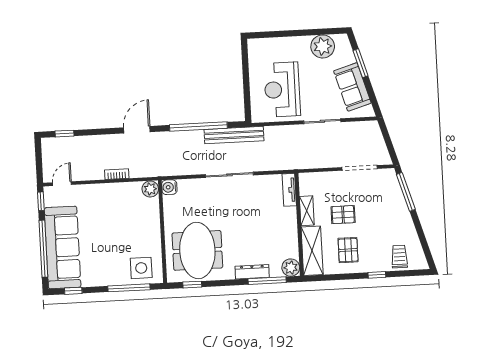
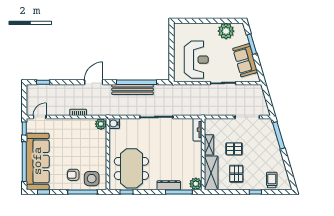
reception desk: (282, 90) -> (196, 60), turned 180
bench: (234, 135) -> (133, 90), moved
armchair: (114, 264) -> (73, 175), added

